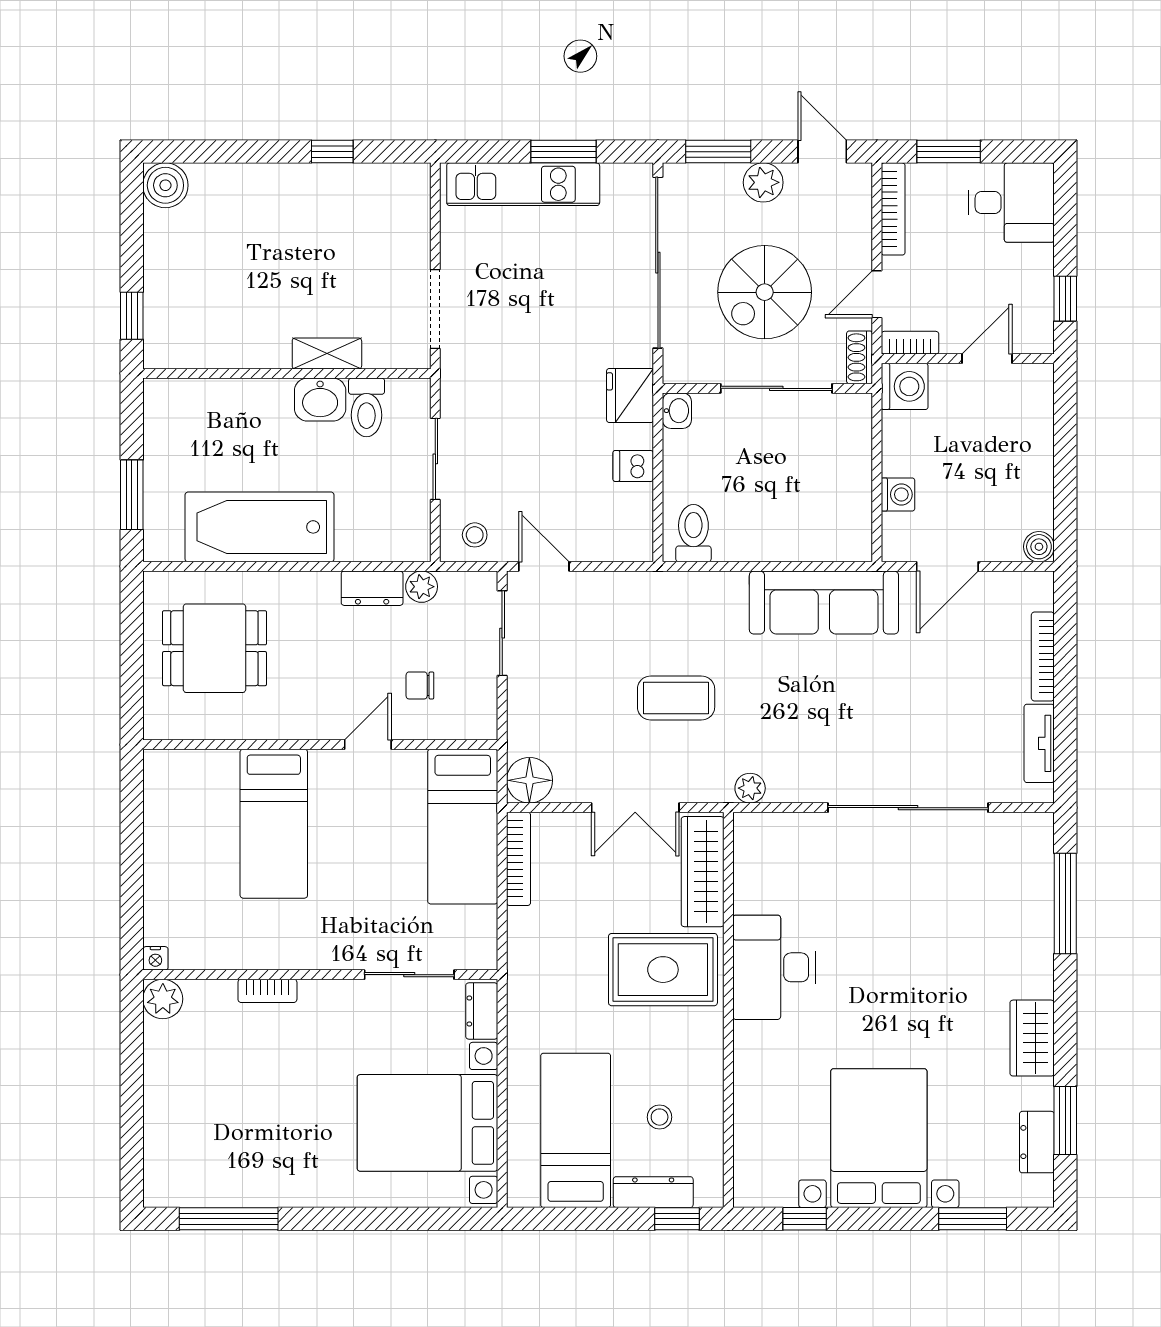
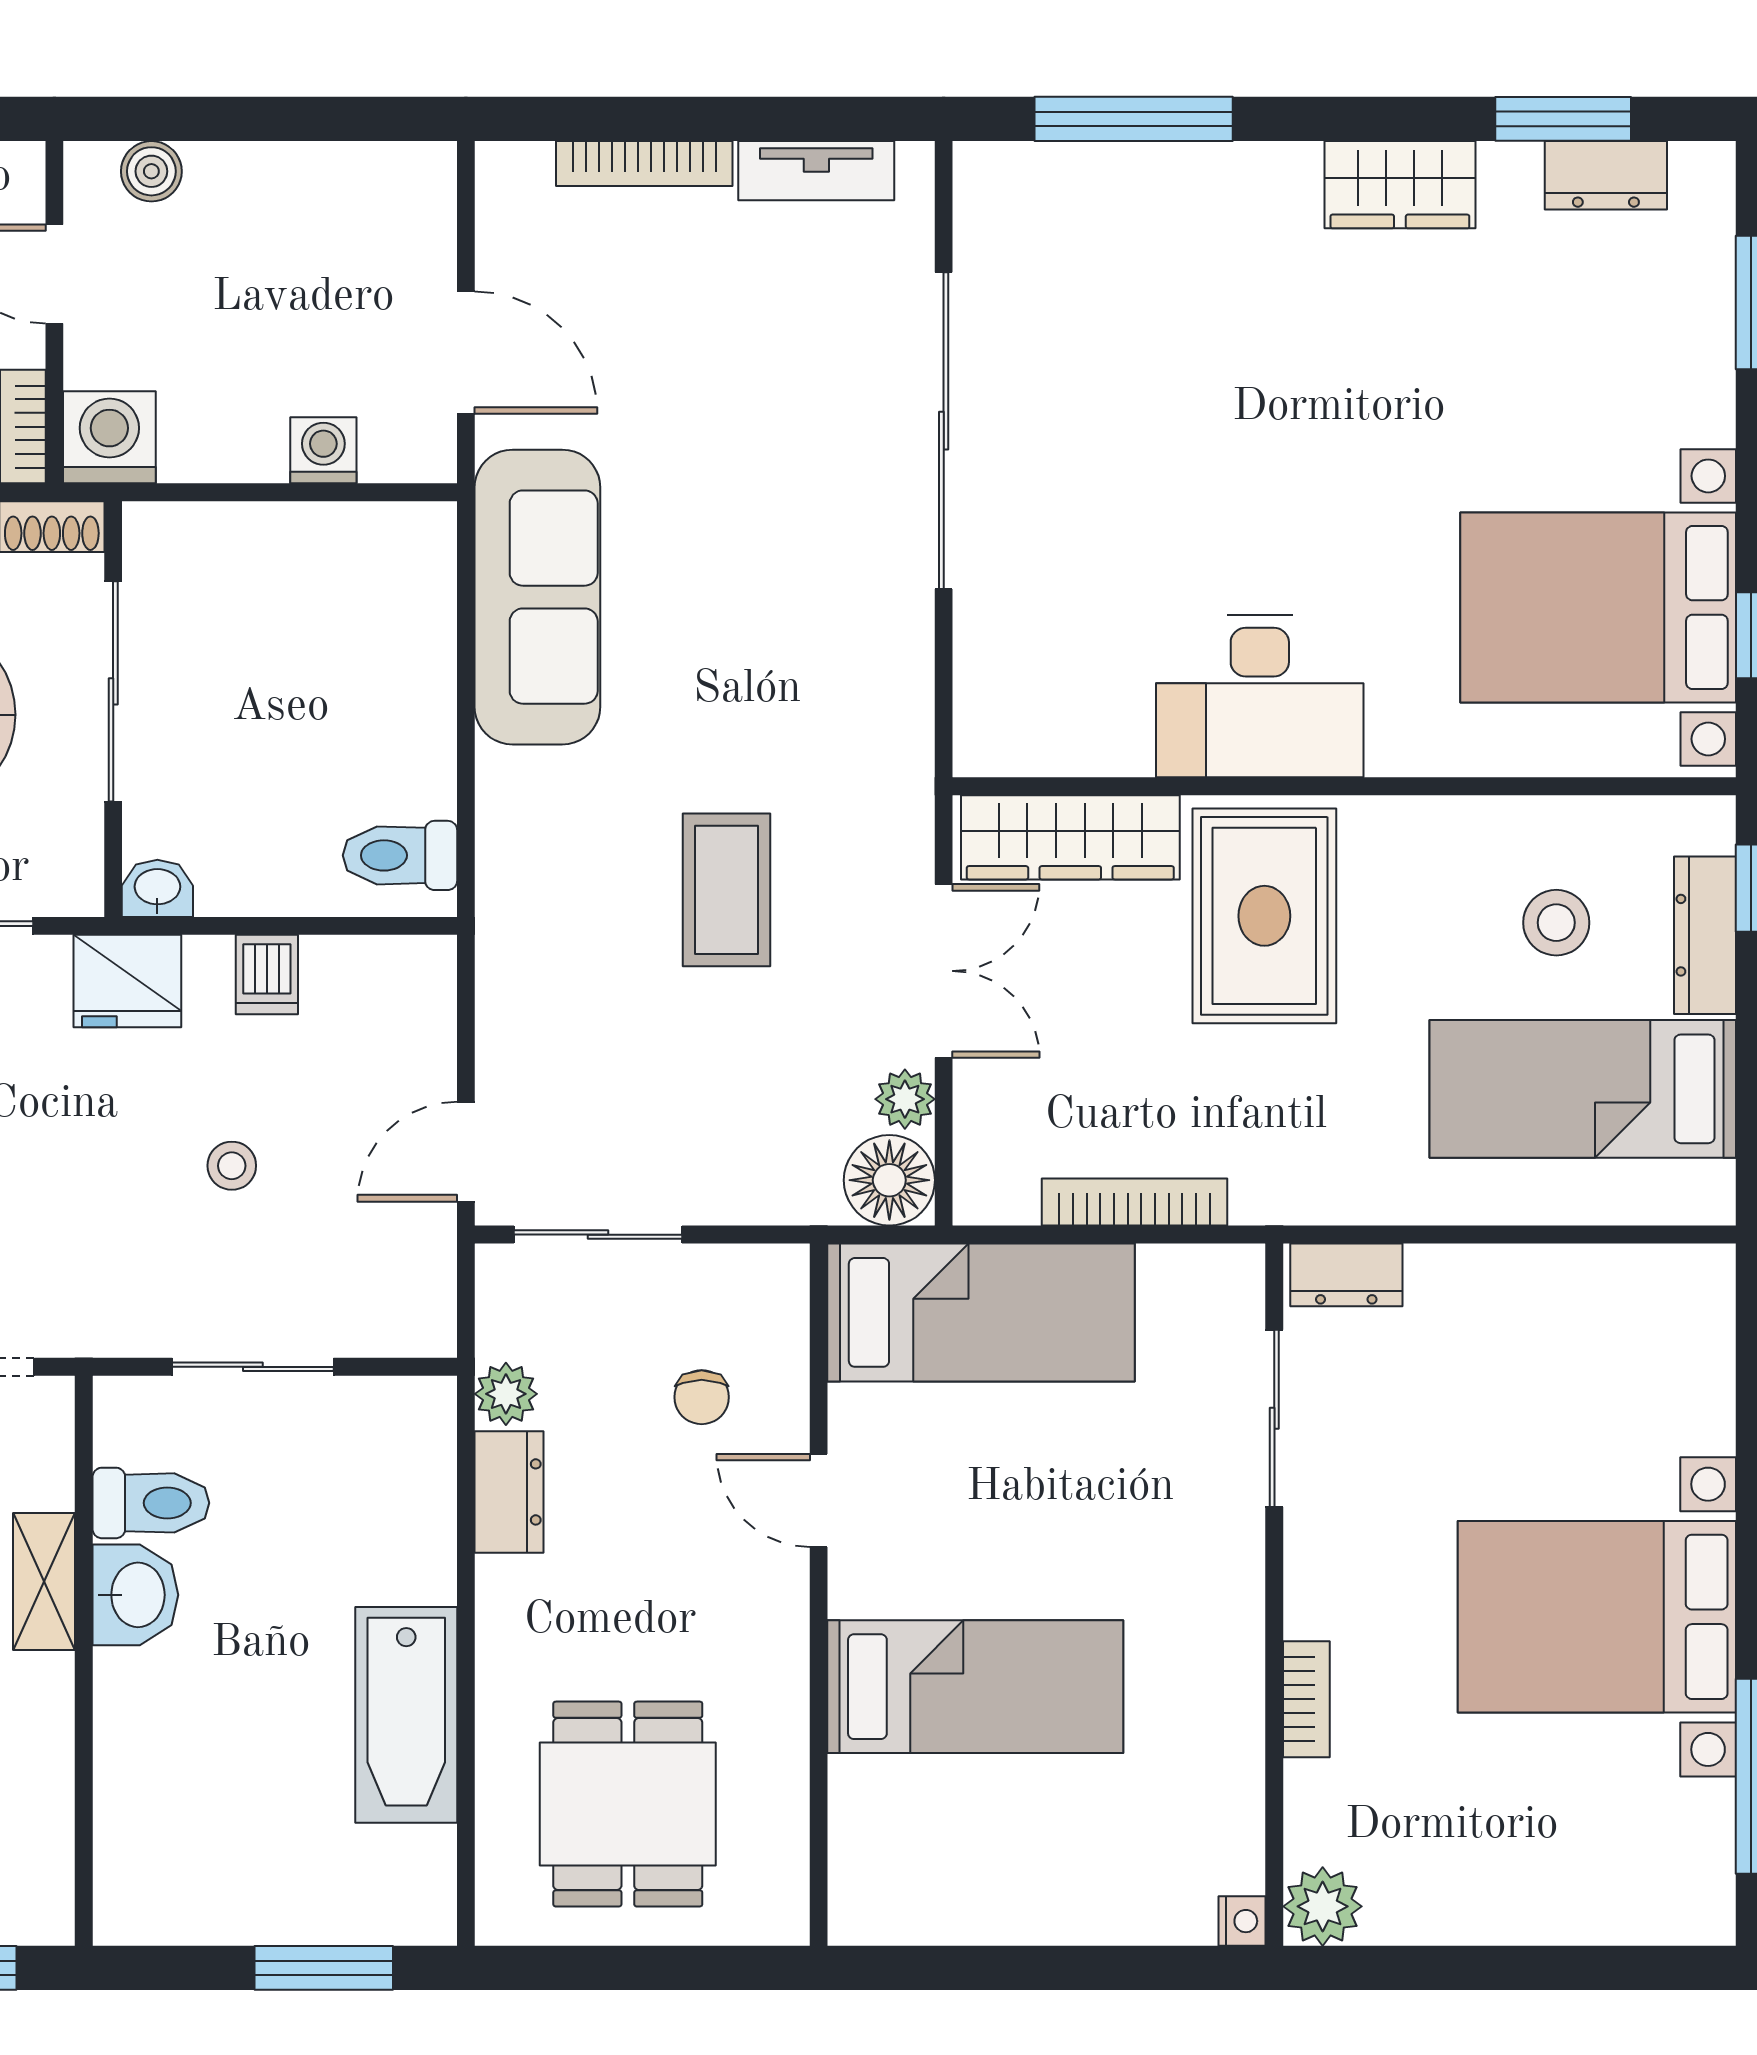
bathtub: (260, 527) -> (406, 1715), width x0.73, depth x0.73
stool: (475, 535) -> (232, 1166), moved
boiler: (1039, 547) -> (151, 171), moved
plant: (750, 788) -> (905, 1099), moved
bookcase: (518, 859) -> (1135, 1202), moved
stool: (660, 1117) -> (1556, 923), width x1.37, depth x1.37
bed with nightstands: (427, 1123) -> (1597, 1617), moved, turned 90
bed with nightstands: (879, 1138) -> (1598, 607), moved

